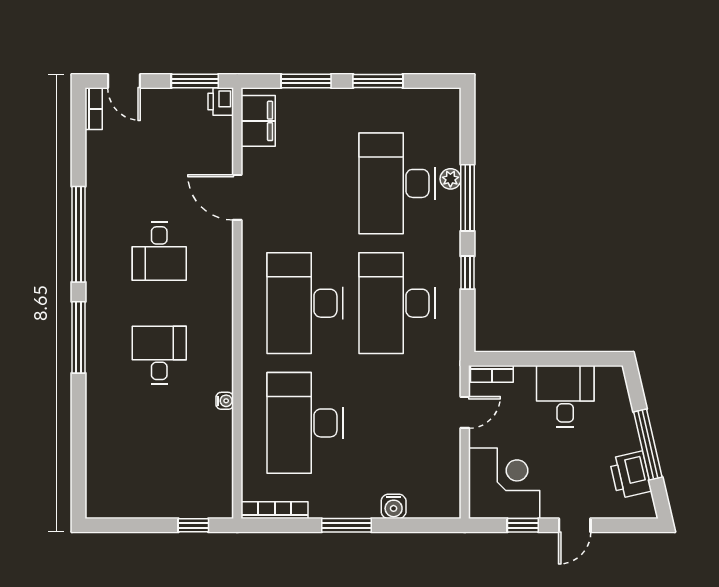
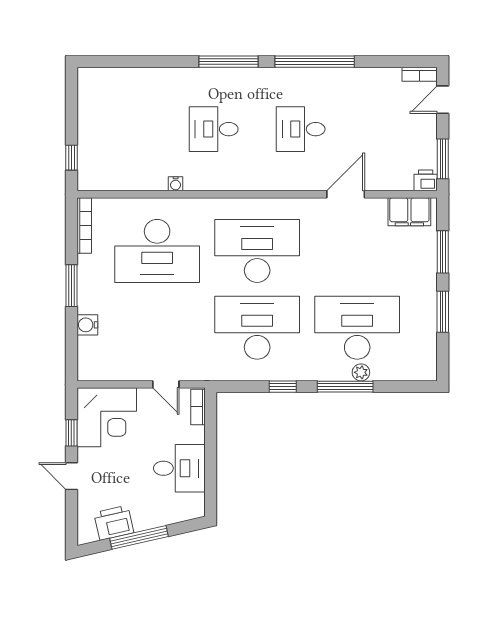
desk: (159, 355) -> (214, 129), turned 180
desk: (305, 423) -> (157, 251), turned 180

